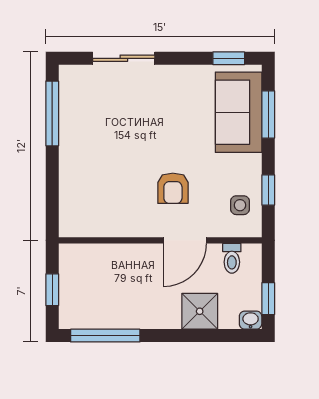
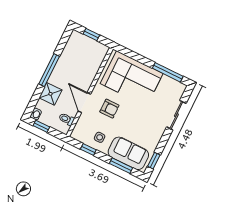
corner sofa: (97, 175) -> (132, 79), added
armchair: (173, 188) -> (109, 109), turned 180
side table: (240, 205) -> (100, 137), moved
window: (105, 336) -> (49, 70), moved

